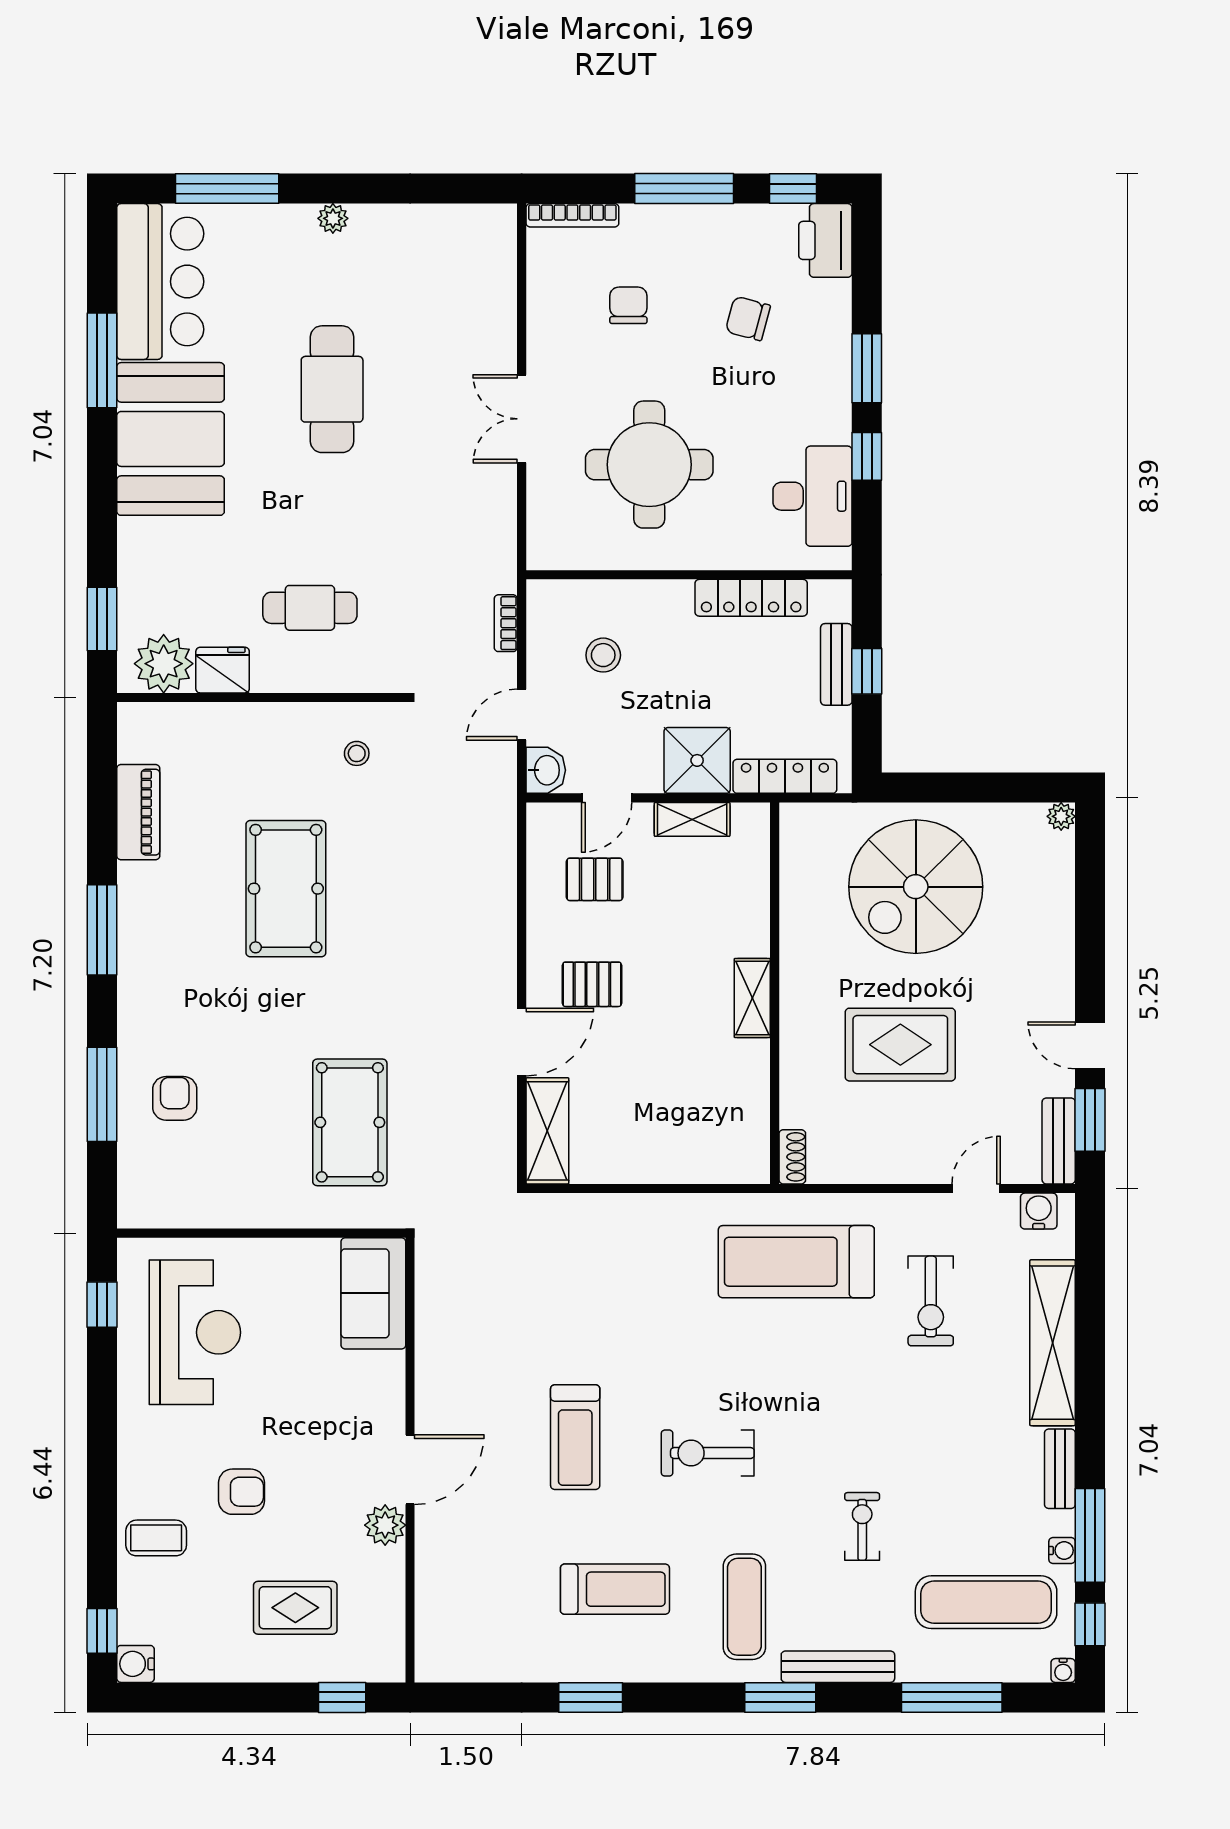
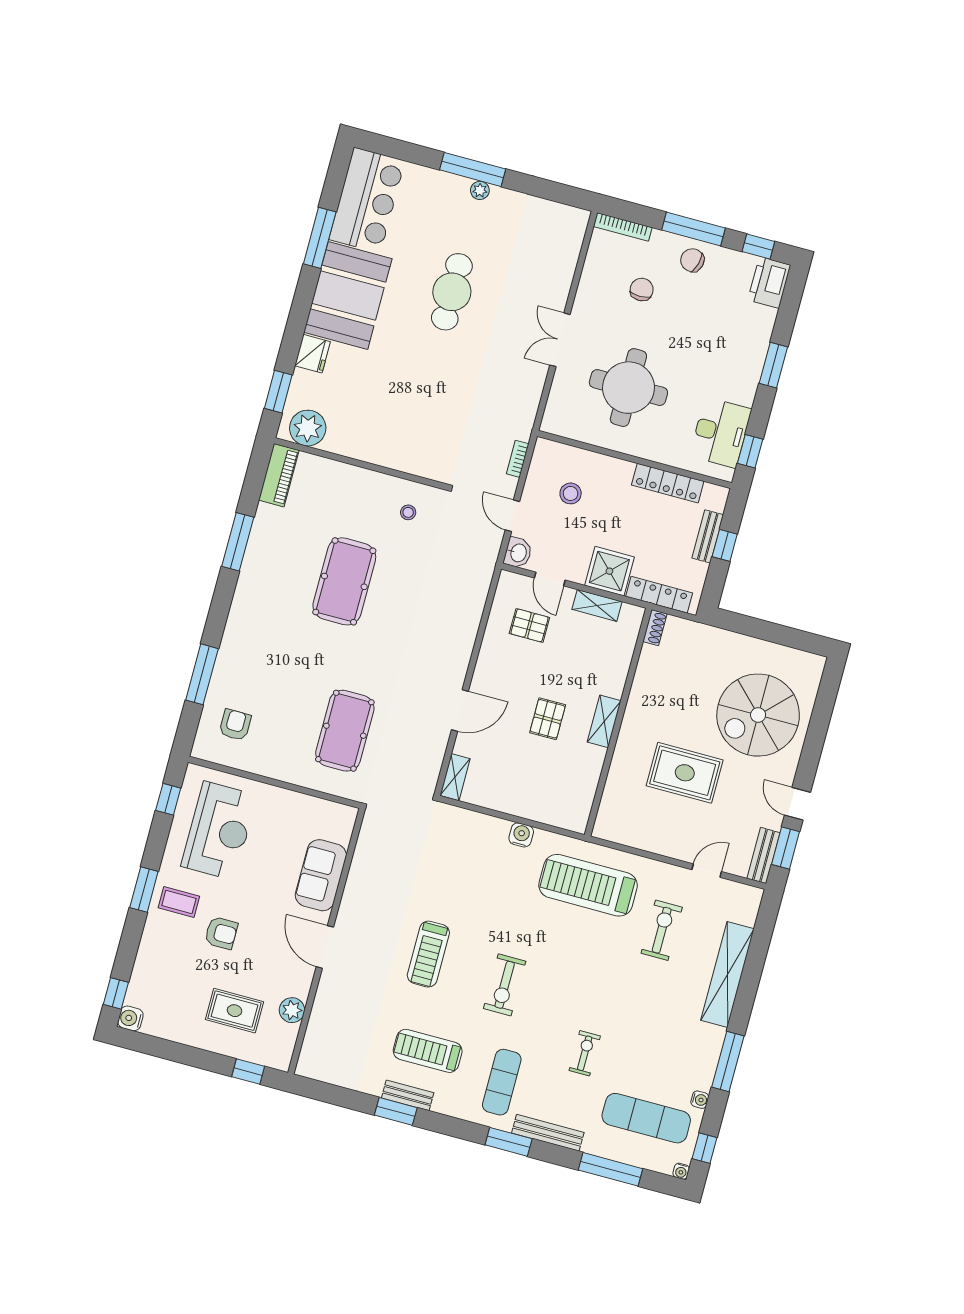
window: (227, 189) -> (473, 169), moved
chair: (748, 318) -> (692, 260), moved
window: (867, 456) -> (750, 451), moved
cafe table: (310, 608) -> (404, 418), removed
fridge: (223, 670) -> (313, 354), moved, turned 90
door: (522, 715) -> (512, 516), hinge flipped
door: (607, 798) -> (550, 579), hinge flipped
piano: (138, 812) -> (279, 475), moved
plant: (1061, 816) -> (817, 663), removed
spiral stairs: (916, 887) -> (758, 715), moved
window: (102, 930) -> (238, 542), moved
pallet: (592, 984) -> (548, 719), moved, turned 90
armchair: (175, 1098) -> (235, 725), moved
shelving: (547, 1131) -> (455, 777), width x0.67, depth x0.75
shoe rack: (792, 1157) -> (655, 628), moved
water cooler: (1039, 1211) -> (521, 835), moved
sofa: (373, 1293) -> (321, 875), moved
exercise bike: (931, 1301) -> (662, 930), turned 180
exercise bike: (708, 1453) -> (505, 985), turned -90
window: (102, 1456) -> (144, 889), added
bench: (1060, 1469) -> (408, 1095), moved, turned 90
door: (410, 1470) -> (325, 947), swing flipped
plant: (385, 1525) -> (292, 1010), moved
window: (1090, 1535) -> (728, 1061), moved
coffee table: (156, 1538) -> (179, 902), moved
treadmill: (615, 1589) -> (428, 1051), turned 180

